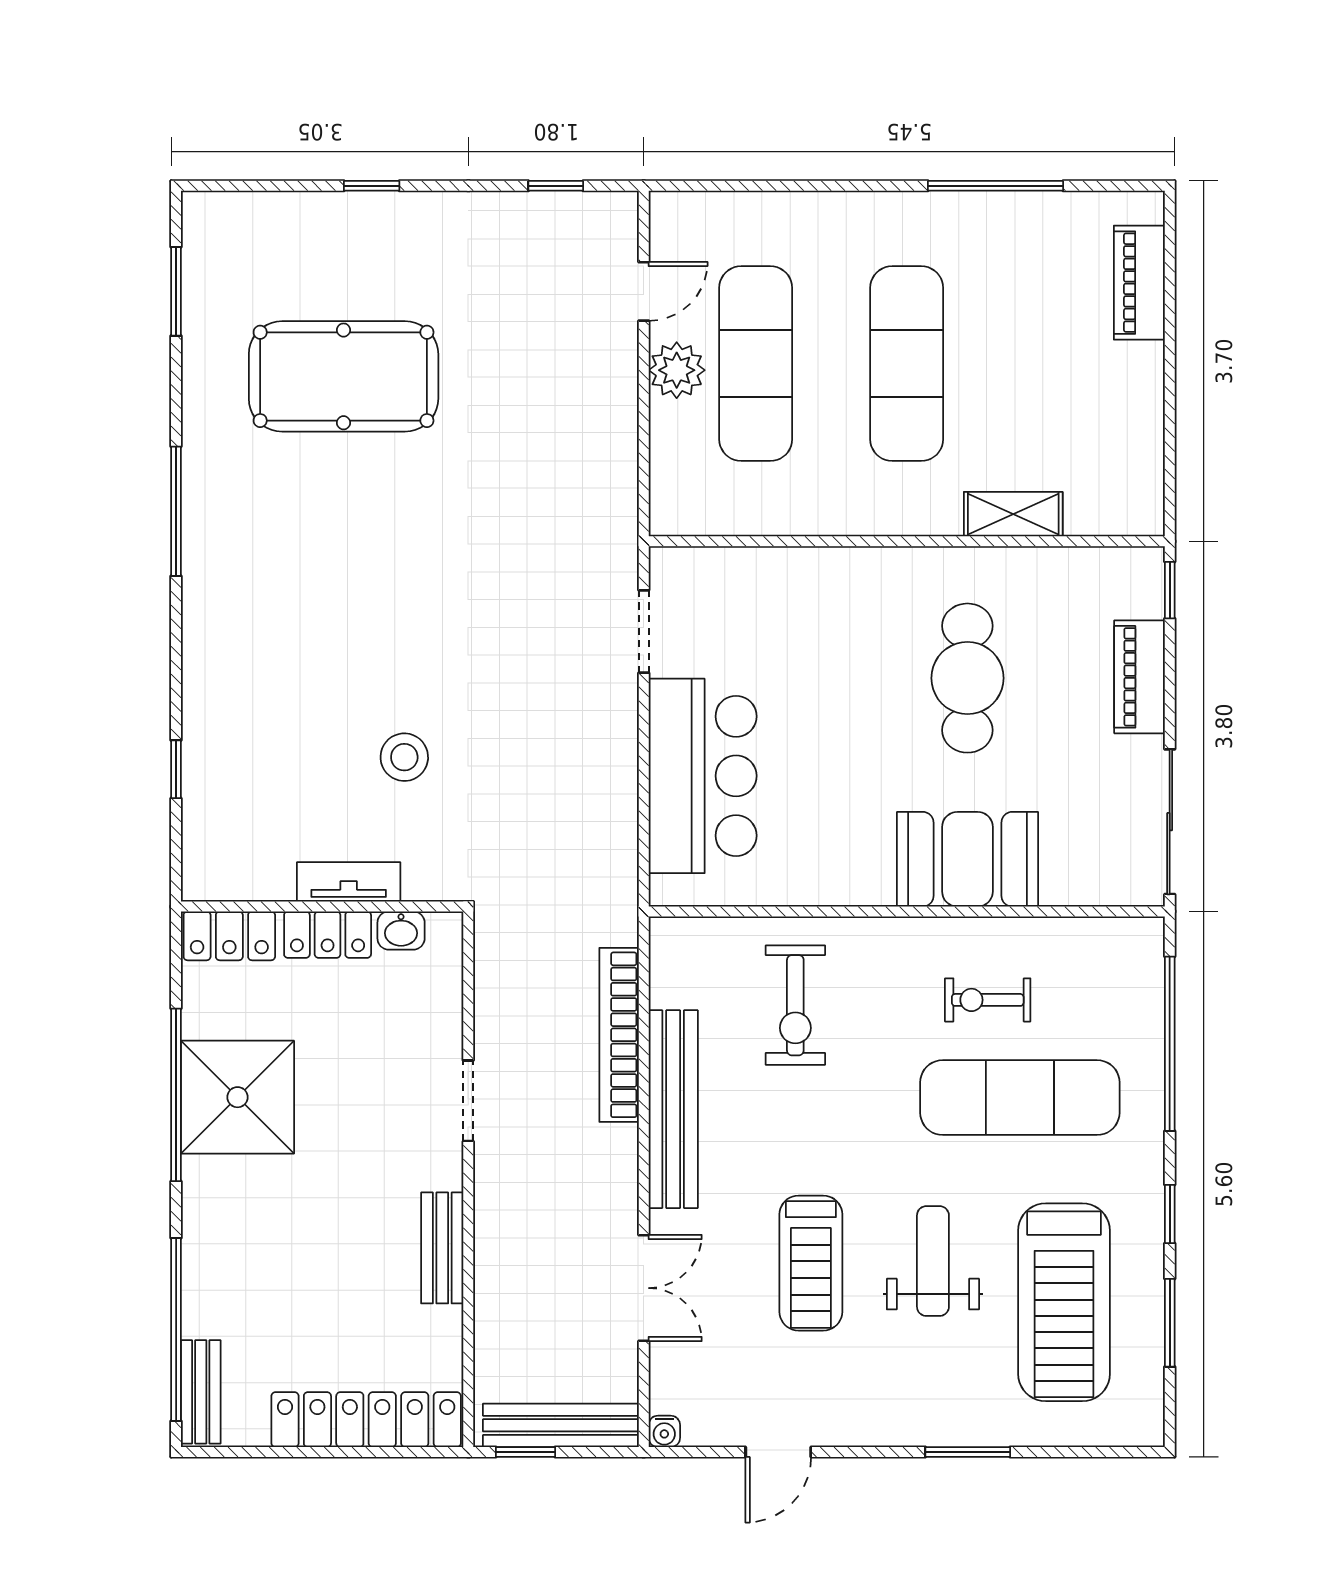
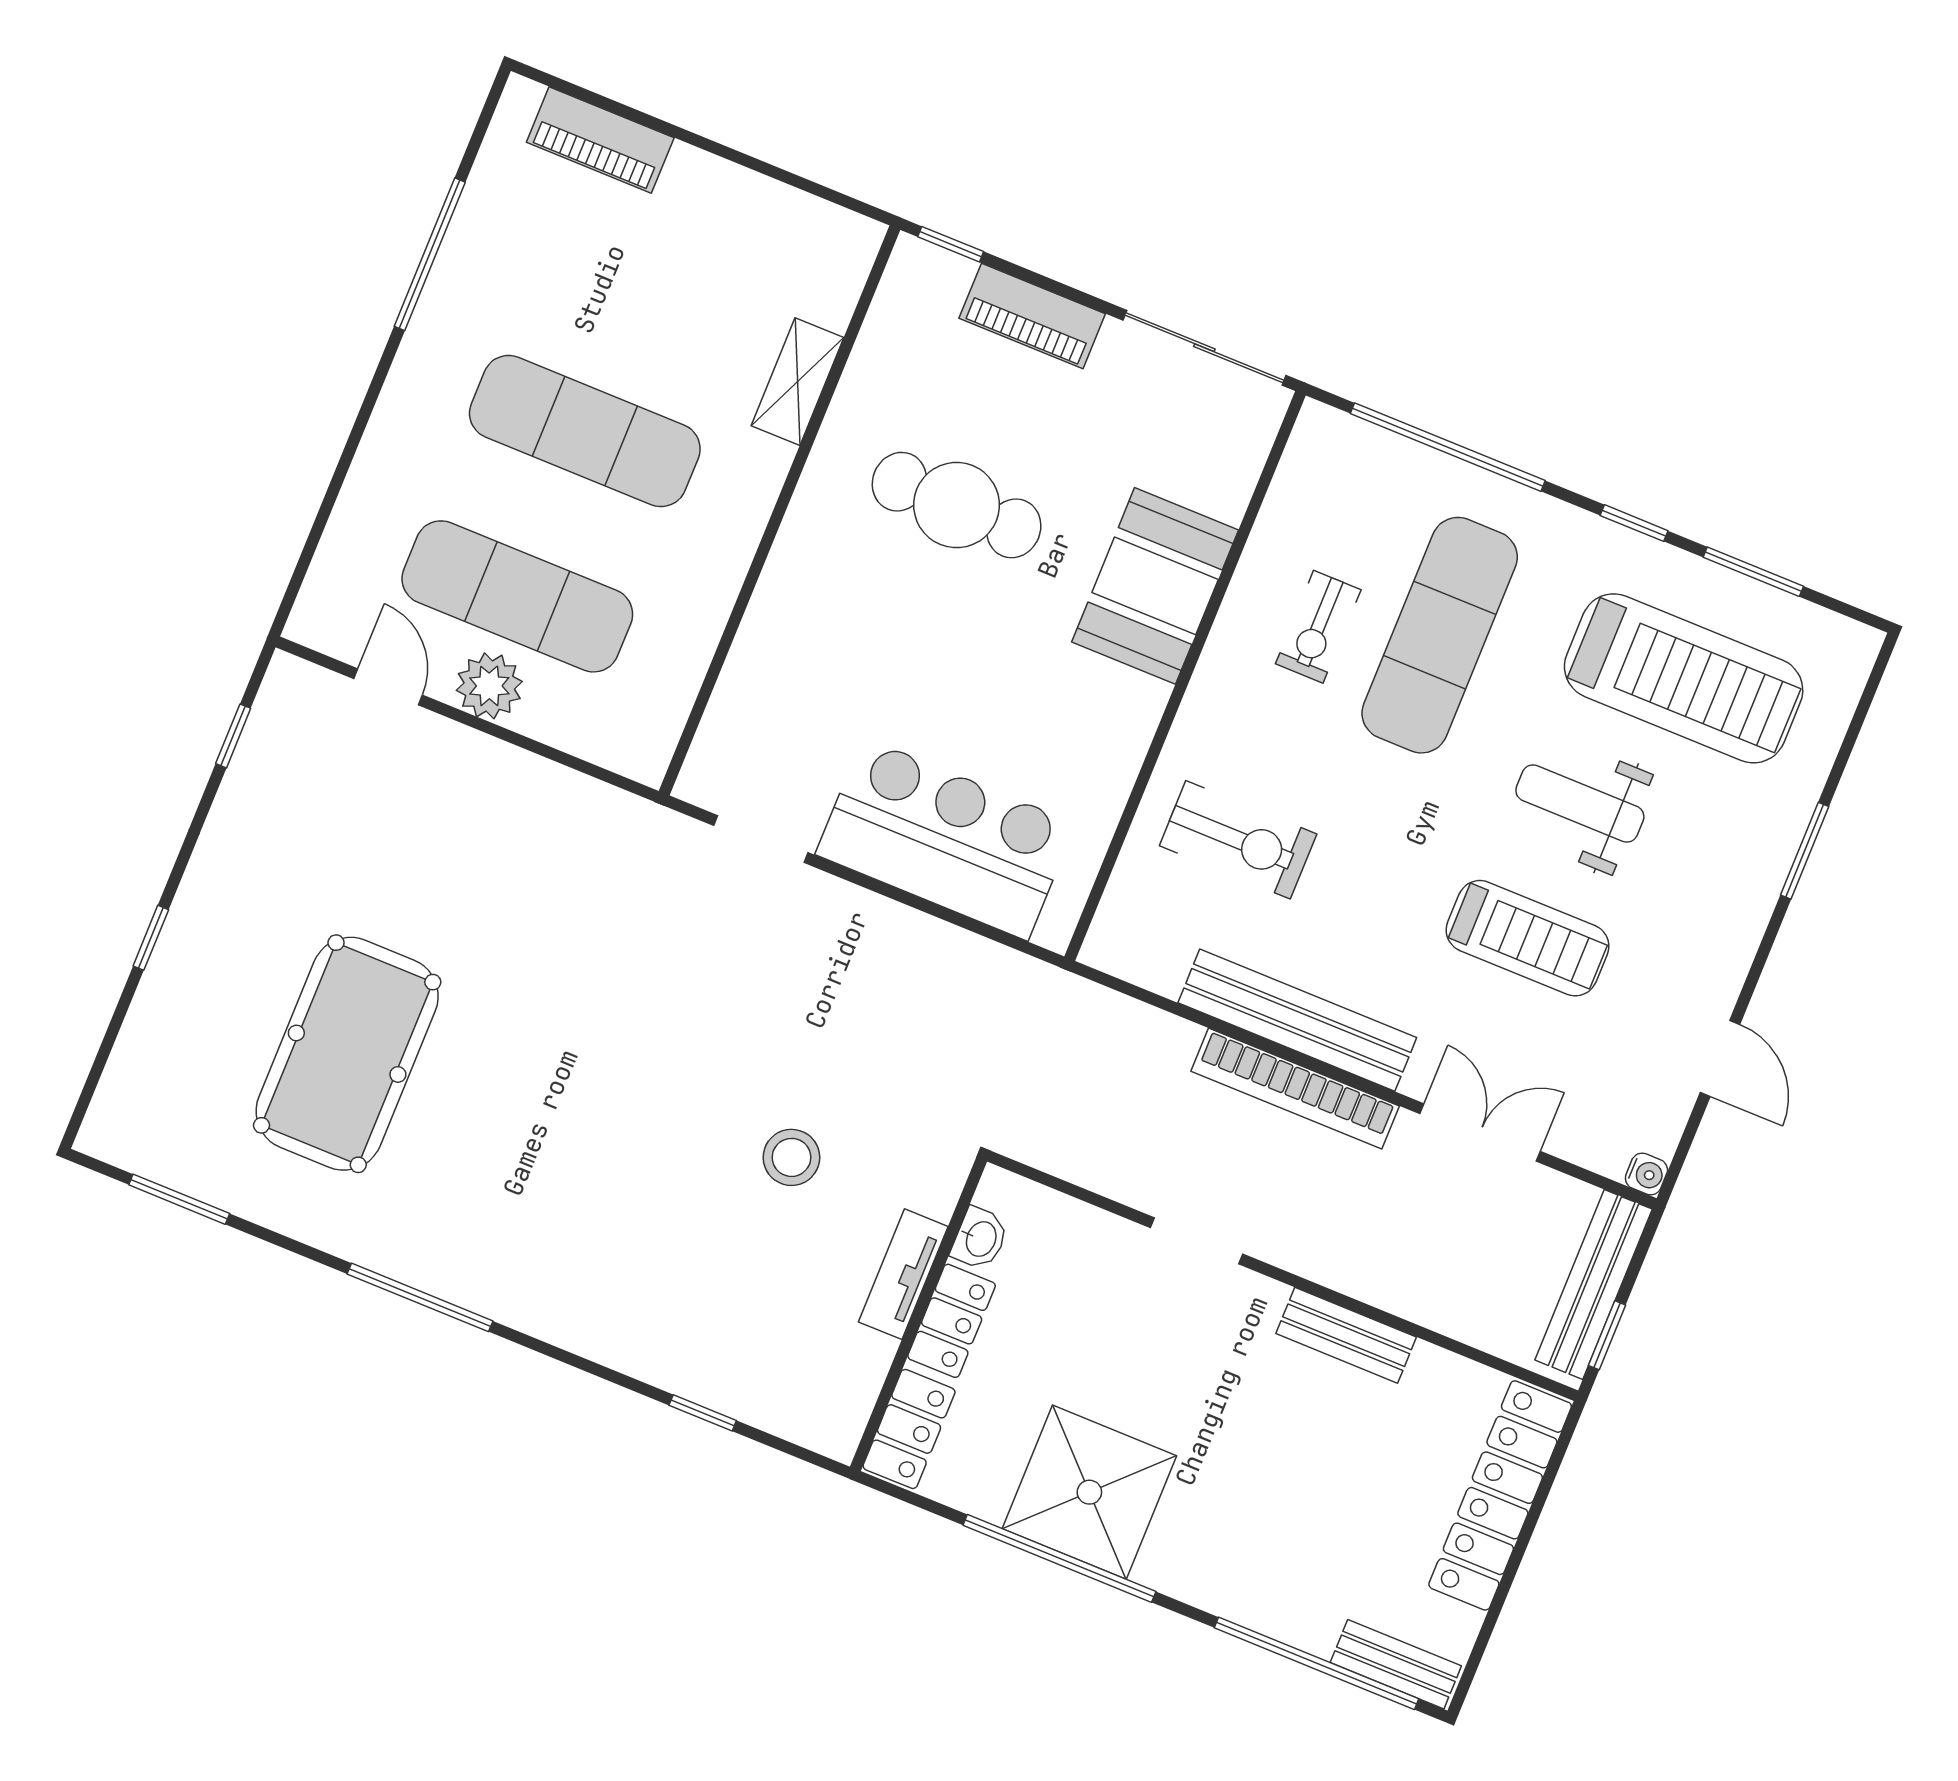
bookcase: (619, 1035) -> (1295, 1089), moved

